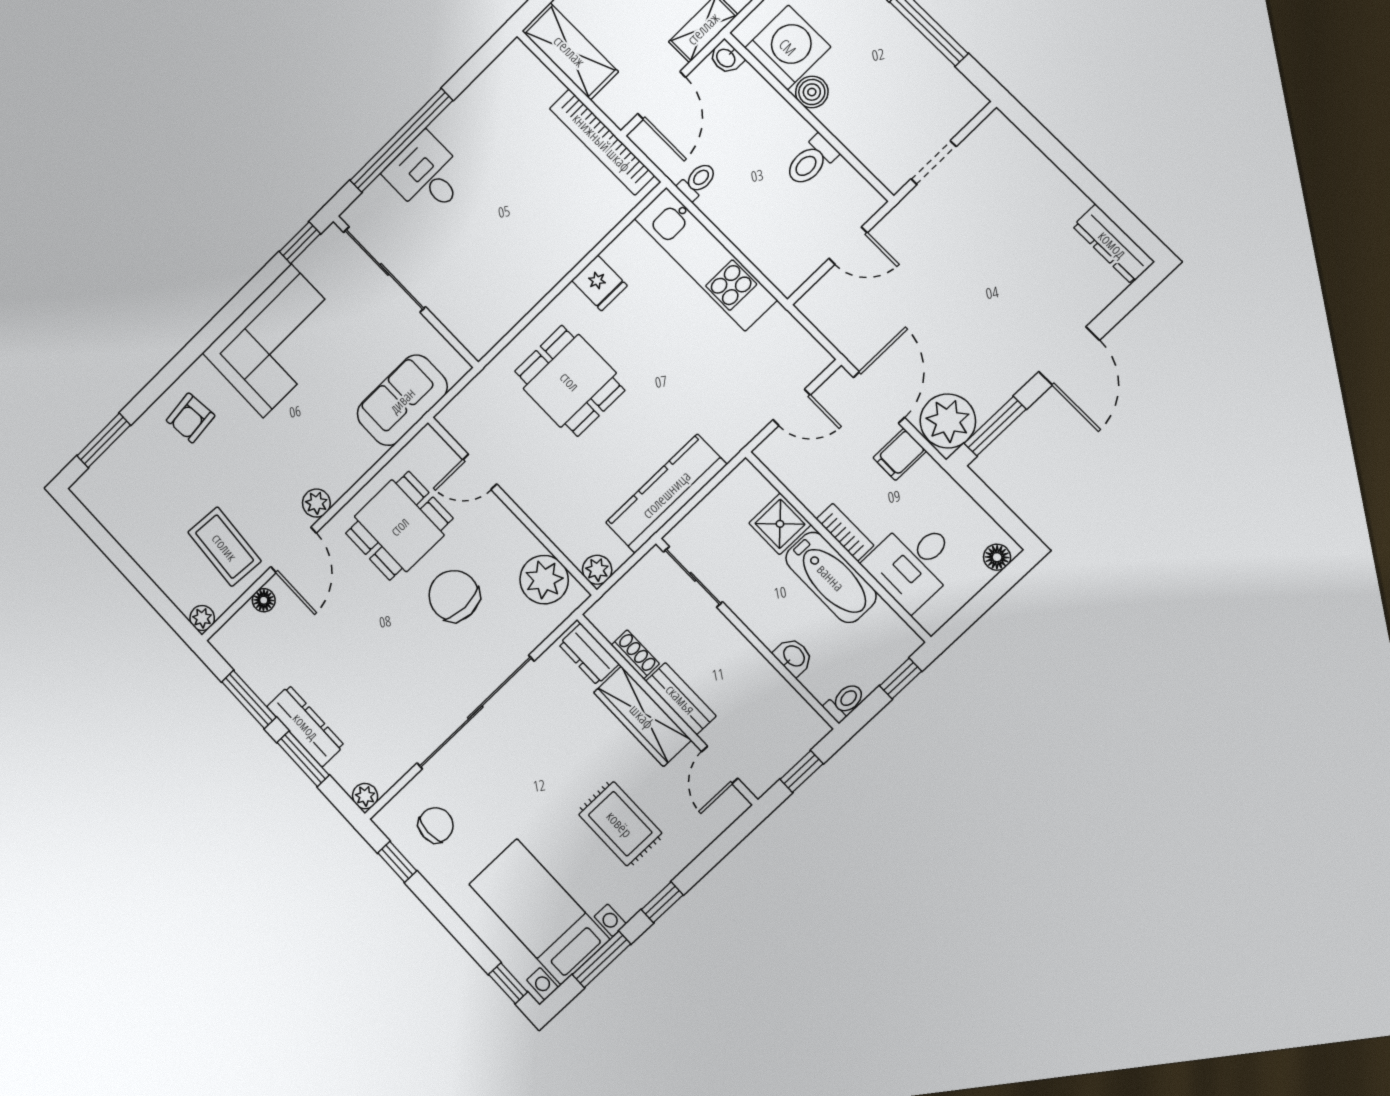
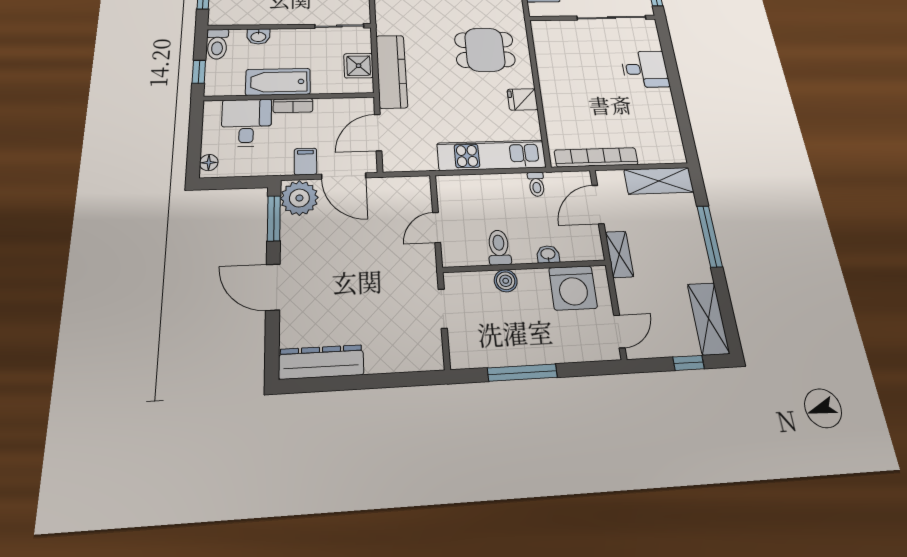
washbasin: (726, 58) -> (548, 254), moved
boiler: (812, 92) -> (506, 281), moved
door: (662, 95) -> (598, 204), hinge flipped
window: (401, 140) -> (673, 72), removed
dresser: (1113, 244) -> (321, 362), width x1.37, depth x1.24
door: (792, 407) -> (378, 133), width x1.38
kitchen counter: (666, 494) -> (392, 71), moved
shower: (780, 524) -> (359, 66), moved
toilet: (845, 702) -> (217, 44), width x1.37, depth x1.39

